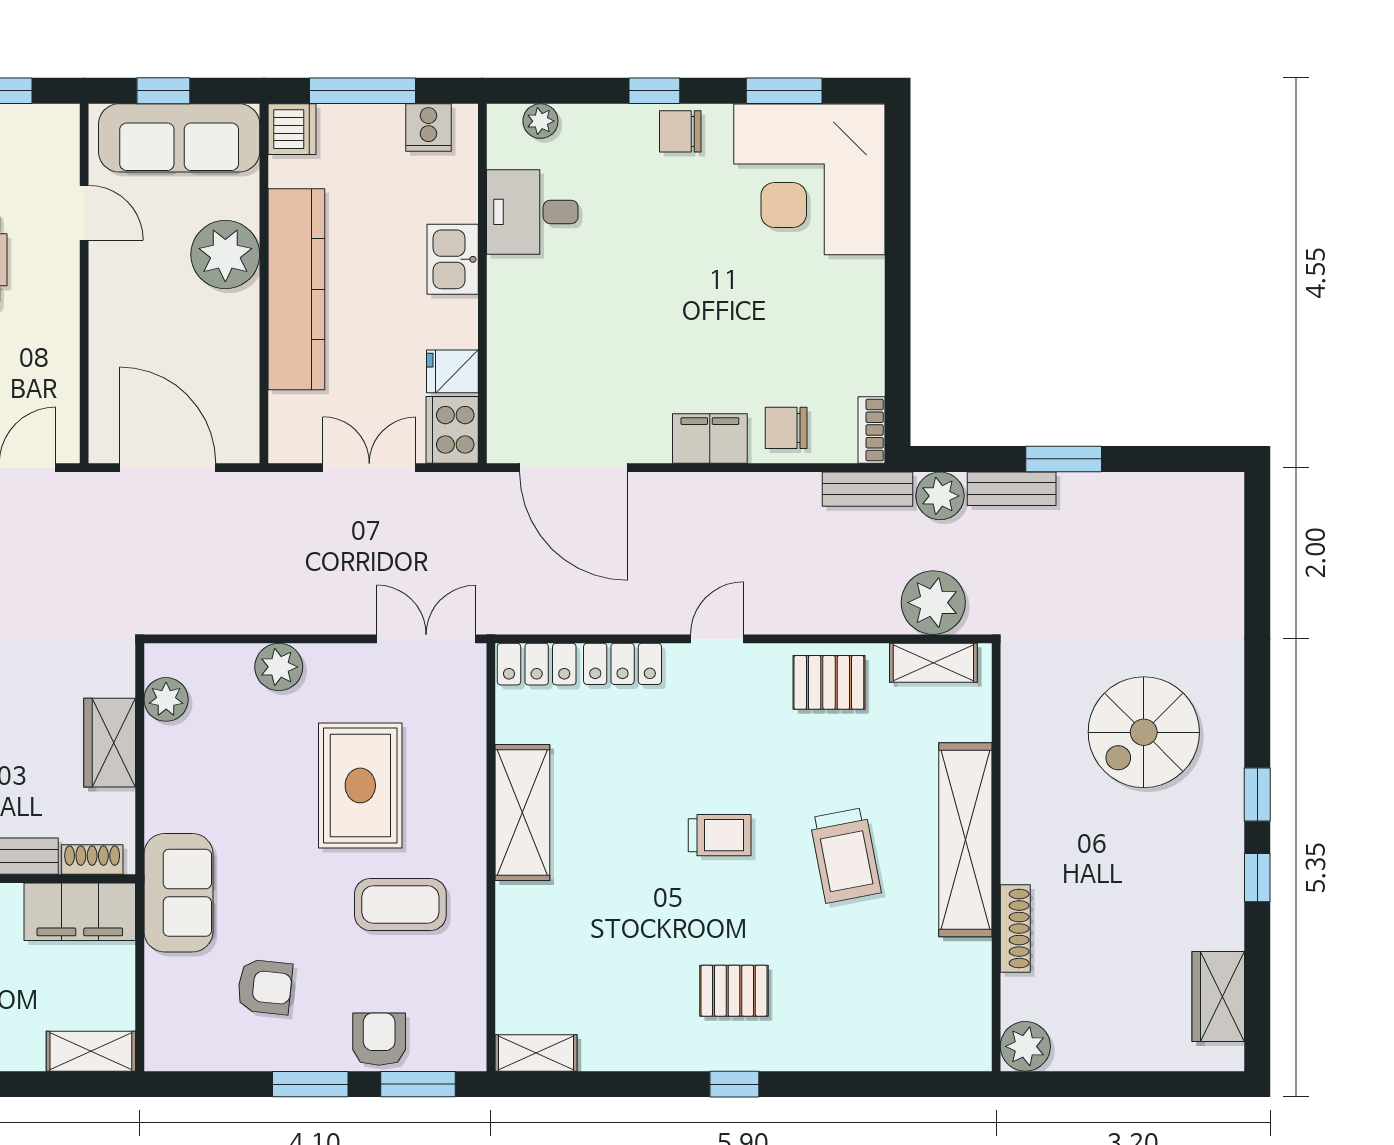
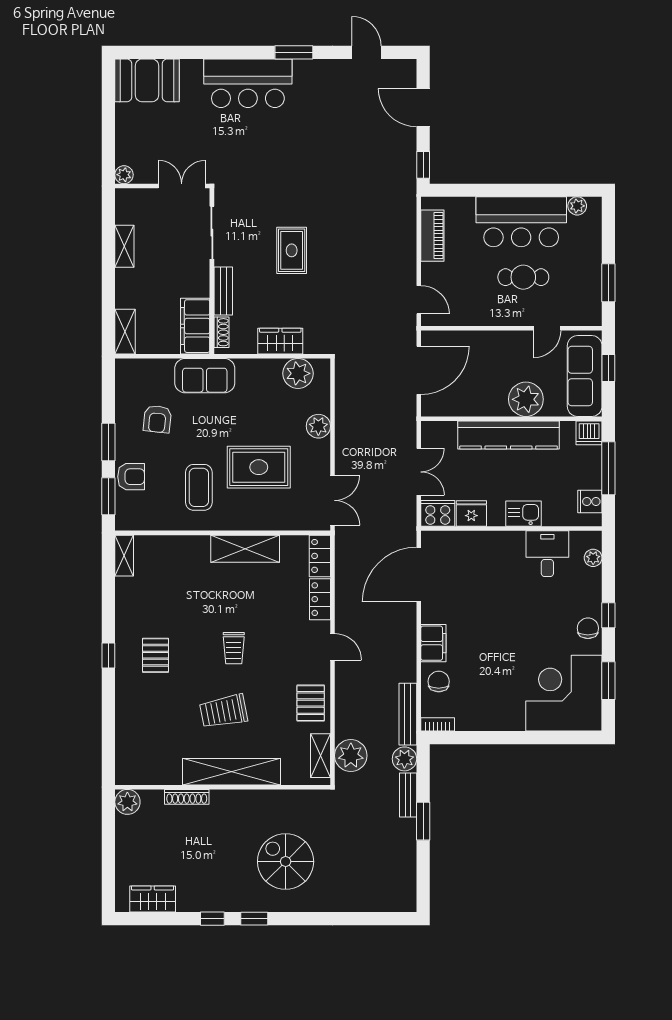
fridge: (452, 371) -> (471, 513), width x1.38
bench: (867, 489) -> (408, 714), width x1.36
plant: (166, 699) -> (298, 373), width x1.36, depth x1.36

